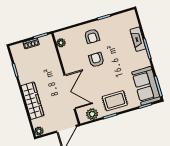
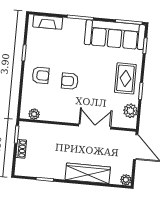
fireplace: (138, 39) -> (48, 22), moved
sofa: (146, 86) -> (115, 35), width x1.36
double door: (70, 92) -> (95, 127), width x0.73

